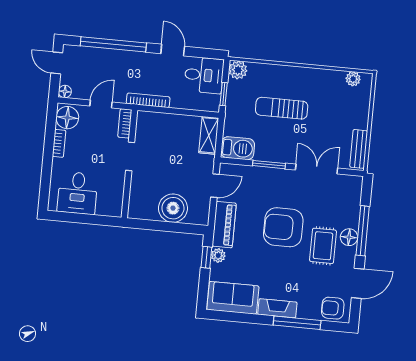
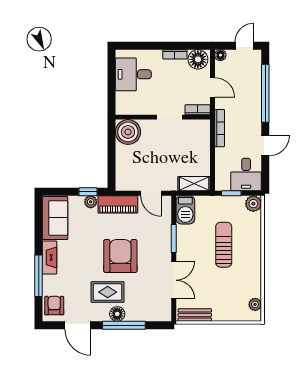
boiler: (173, 208) -> (128, 132), moved

